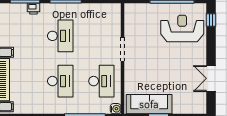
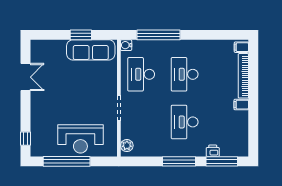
plant: (115, 14) -> (127, 146), added
reception desk: (182, 29) -> (80, 139), moved

